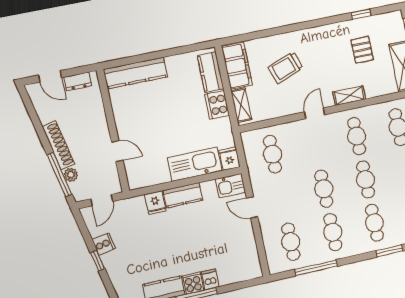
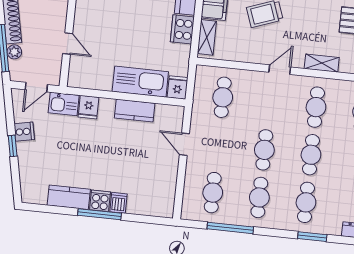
kitchen sink: (230, 186) -> (64, 104), moved
kitchen counter: (183, 195) -> (135, 111), moved

